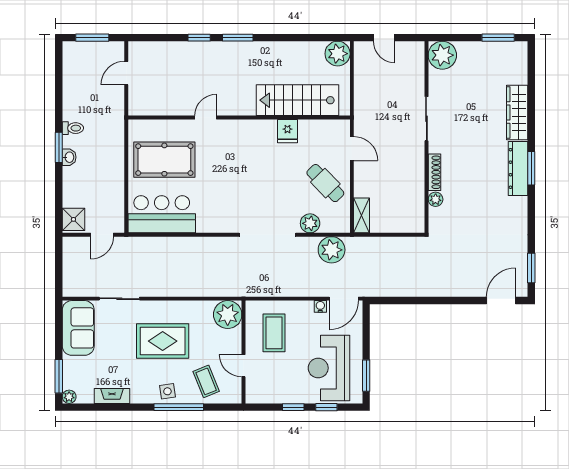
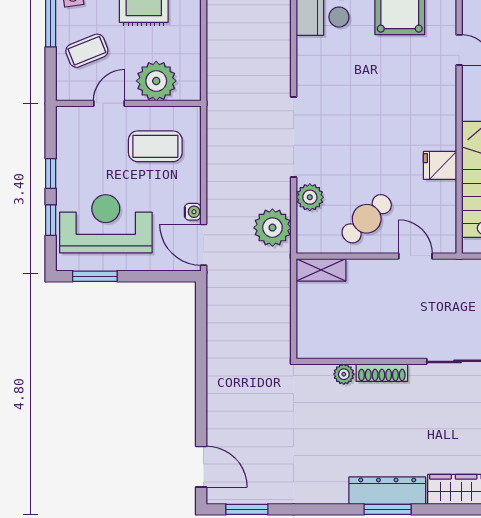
door: (352, 148) -> (415, 256), swing flipped
plant: (228, 315) -> (156, 81), moved

